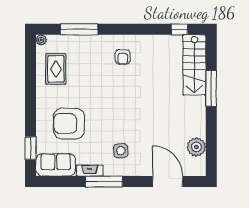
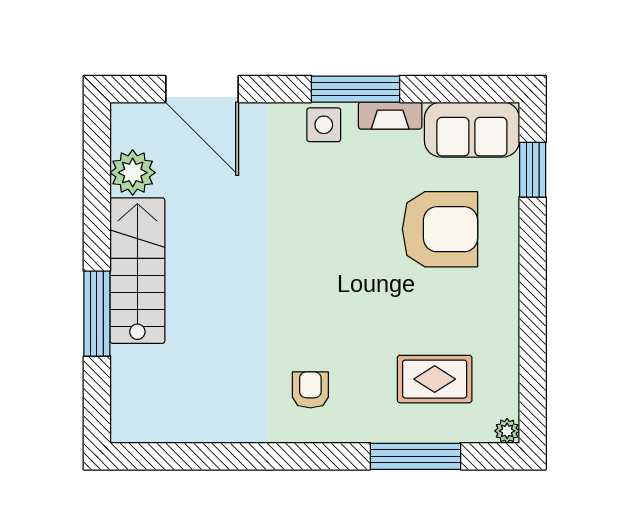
window: (179, 29) -> (173, 456), removed
stairs: (194, 65) -> (137, 271), moved
rug: (56, 69) -> (435, 379), moved, turned 90
side table: (121, 151) -> (324, 125), moved

